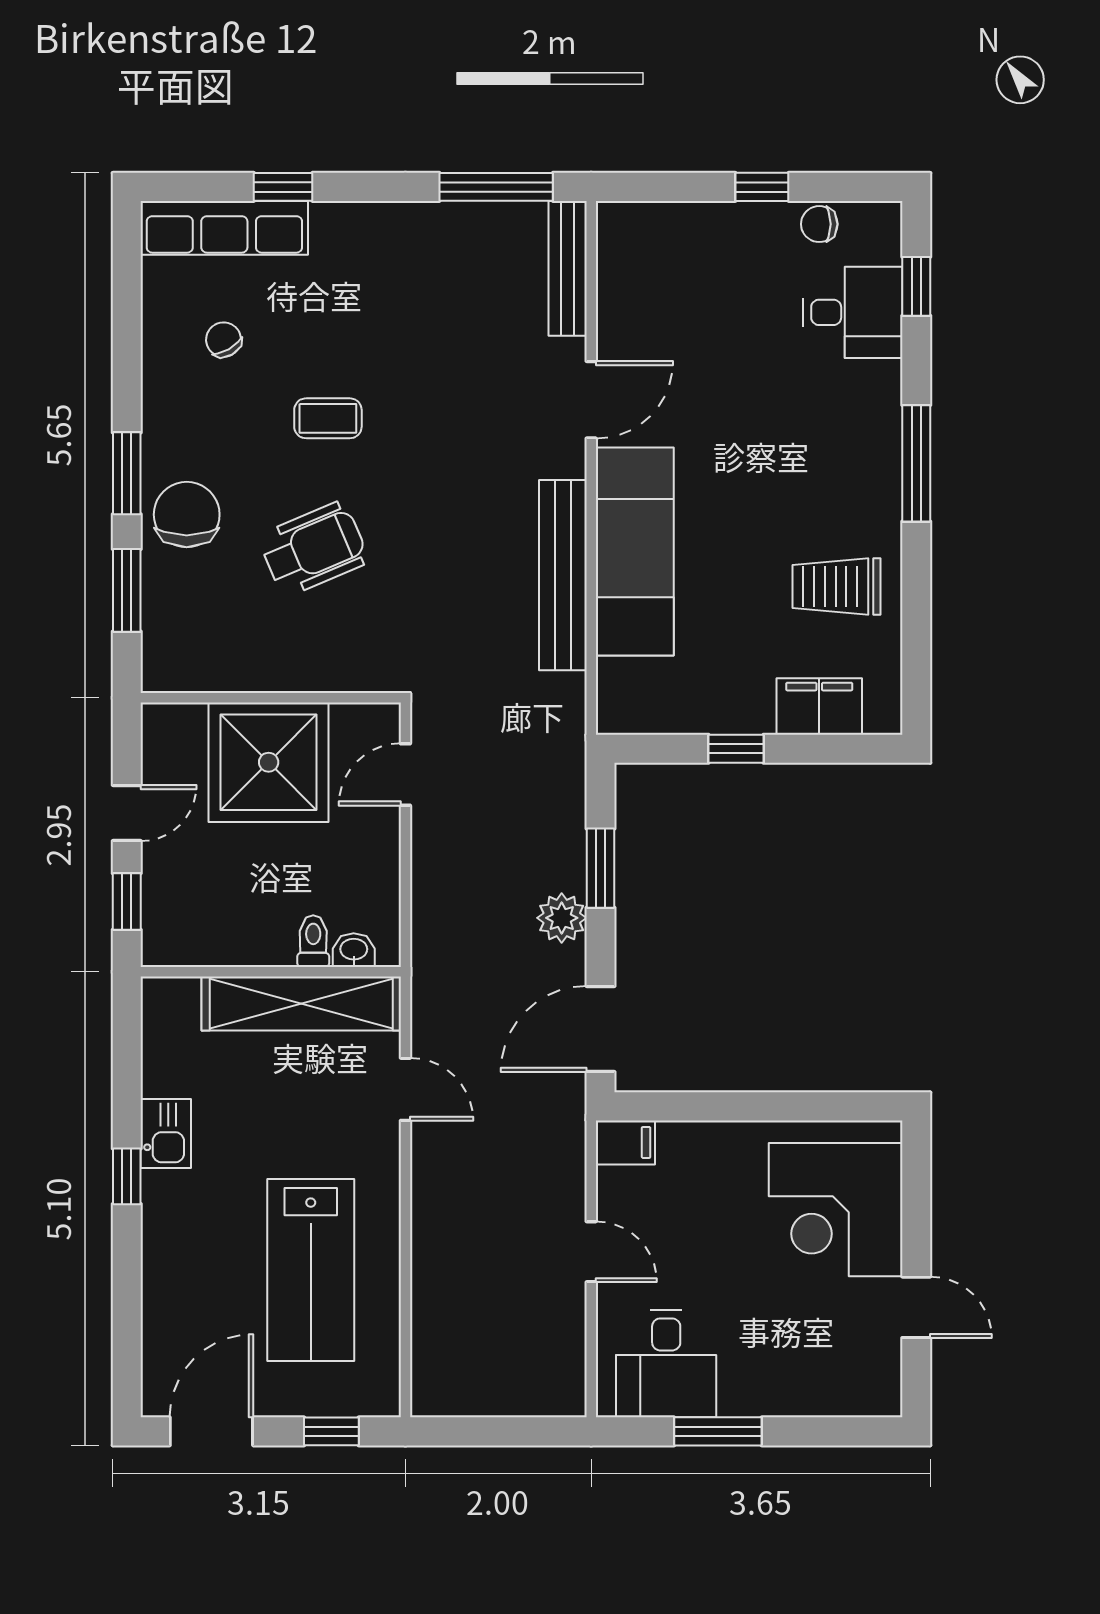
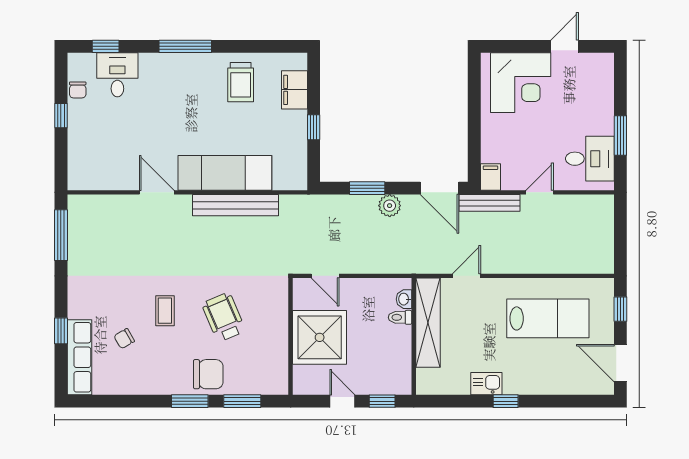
bench: (568, 268) -> (490, 203), moved
chair: (224, 340) -> (124, 339), moved
chair: (187, 515) -> (208, 374), turned 180

